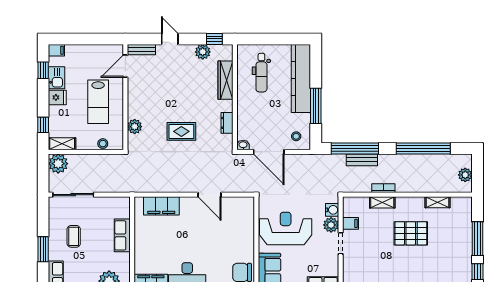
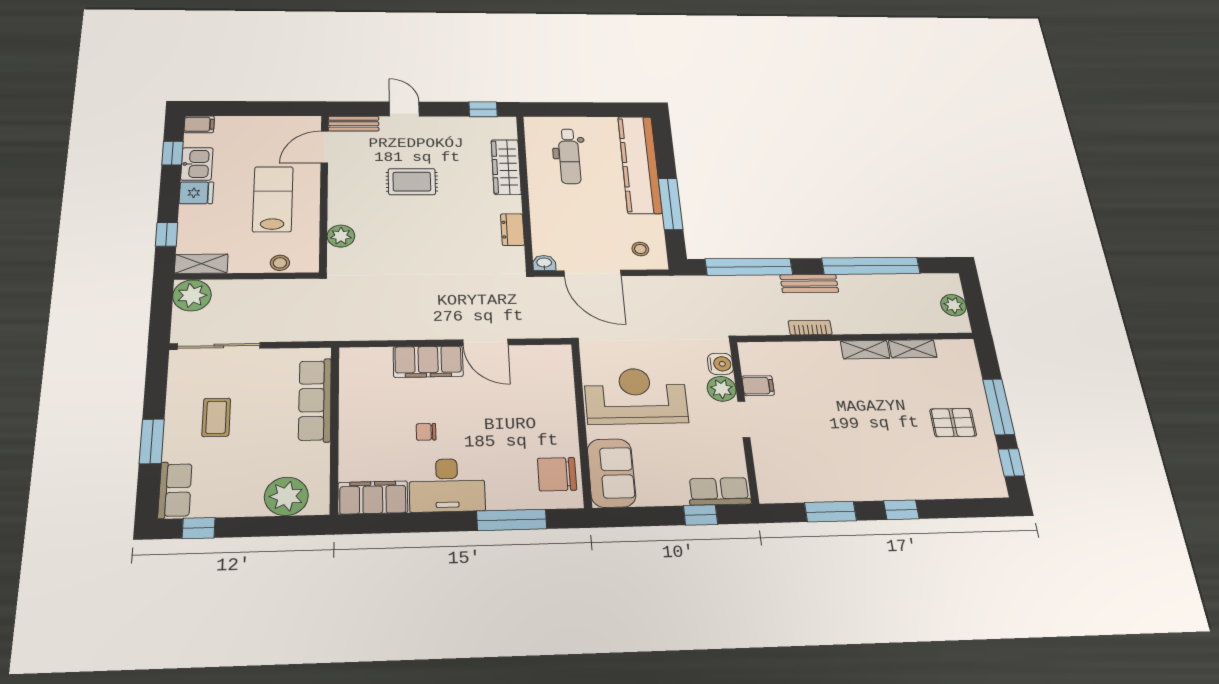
plant: (203, 52) -> (463, 127), removed
lab bench: (98, 102) -> (273, 199), turned 180
rug: (181, 131) -> (412, 182), moved
bench: (362, 160) -> (809, 283), moved
shelving: (382, 202) -> (865, 350), moved
filing cabinet: (161, 206) -> (428, 362), moved
pallet: (411, 233) -> (953, 423), moved, width x0.67, depth x0.71
row of seats: (122, 235) -> (315, 400), width x1.48
chair: (178, 247) -> (426, 432), added

